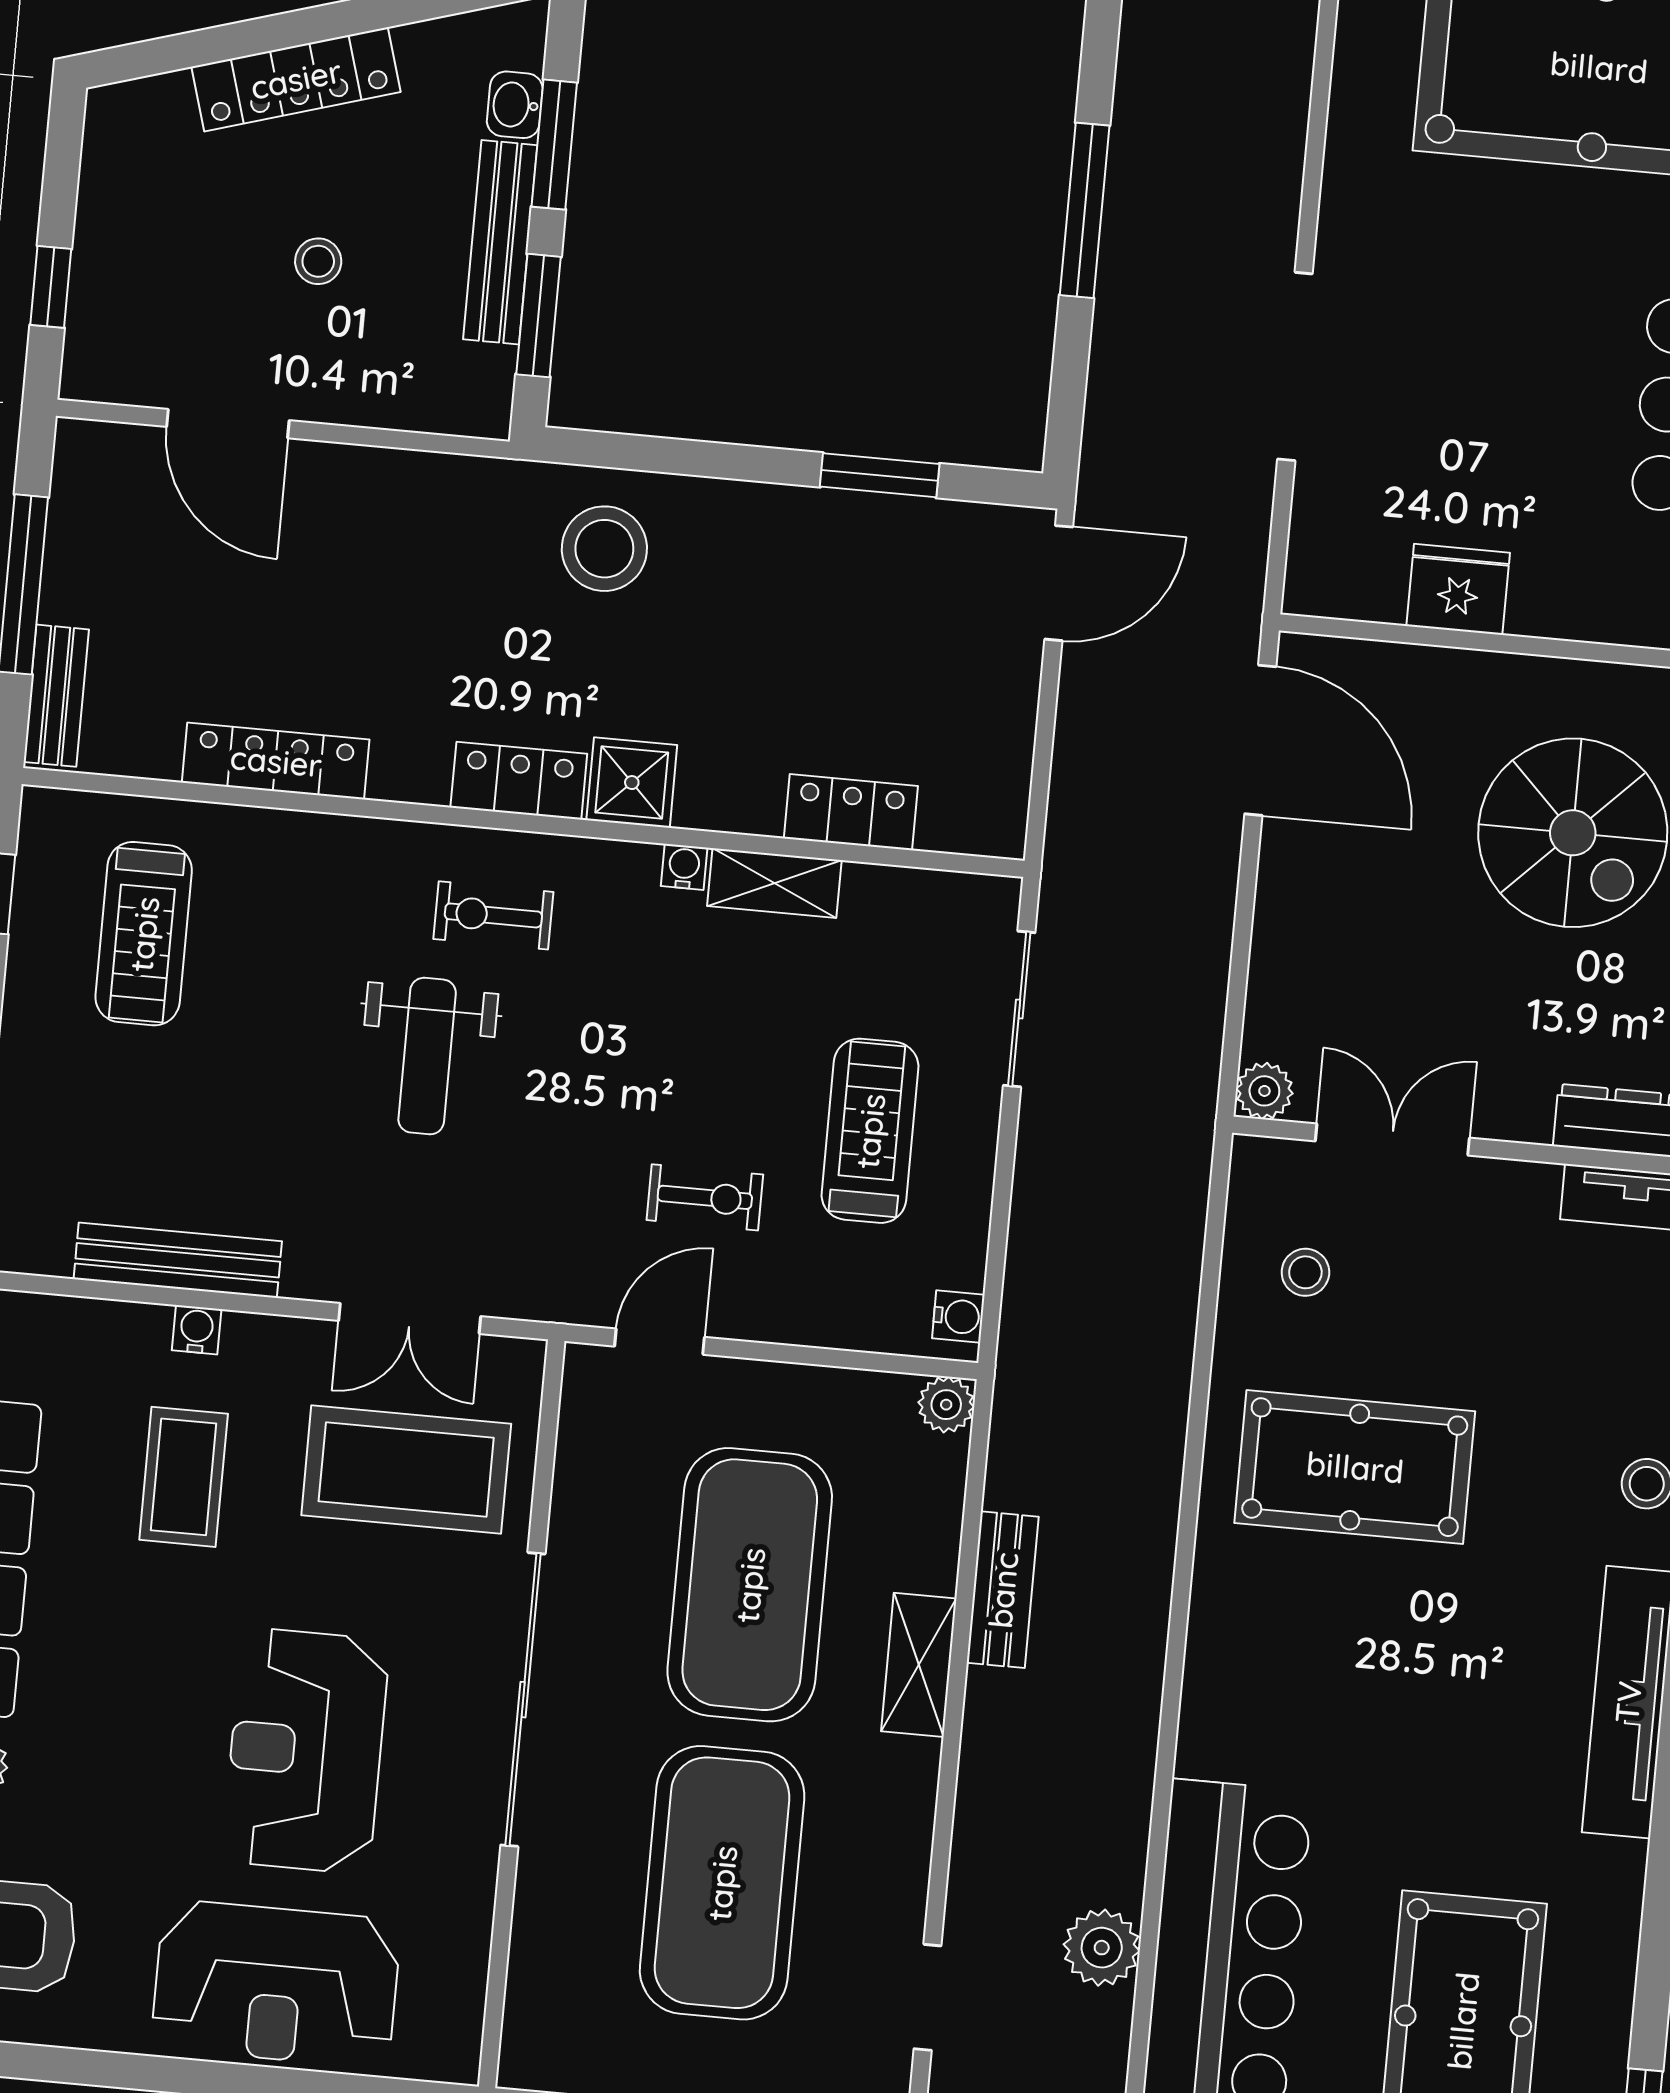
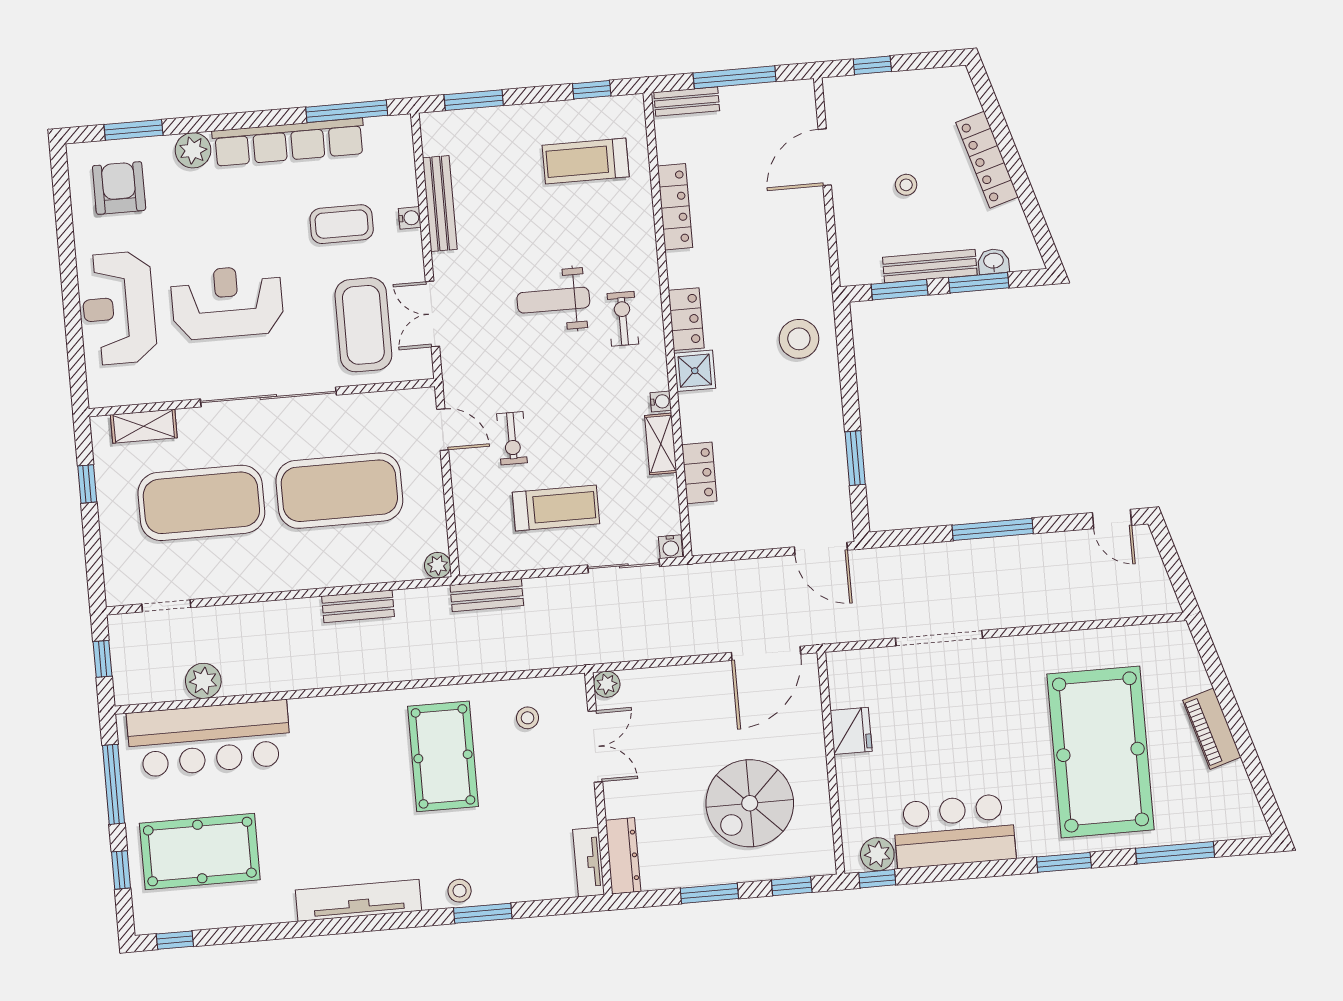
bench: (1029, 1312) -> (487, 595), added
water cooler: (958, 1316) -> (671, 547), moved
shelving: (919, 1665) -> (144, 426), moved

